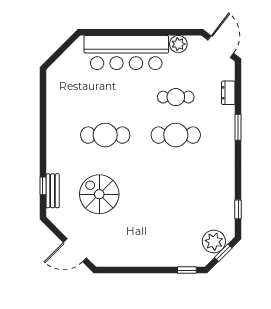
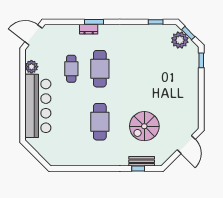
dresser: (228, 93) -> (89, 29), moved

